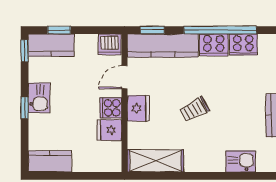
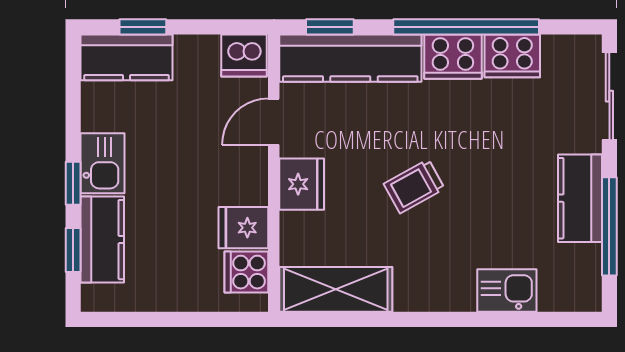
window: (25, 51) -> (73, 250), moved
cooker: (111, 108) -> (246, 272), moved
kitchen counter: (50, 161) -> (102, 240), moved, turned 90

